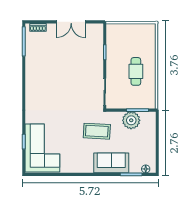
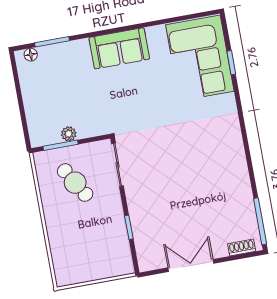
cafe table: (136, 71) -> (75, 183), moved, turned -31
plant: (131, 120) -> (69, 134), width x0.53, depth x0.53
coffee table: (97, 131) -> (119, 100), removed
sofa: (111, 163) -> (119, 48), moved

